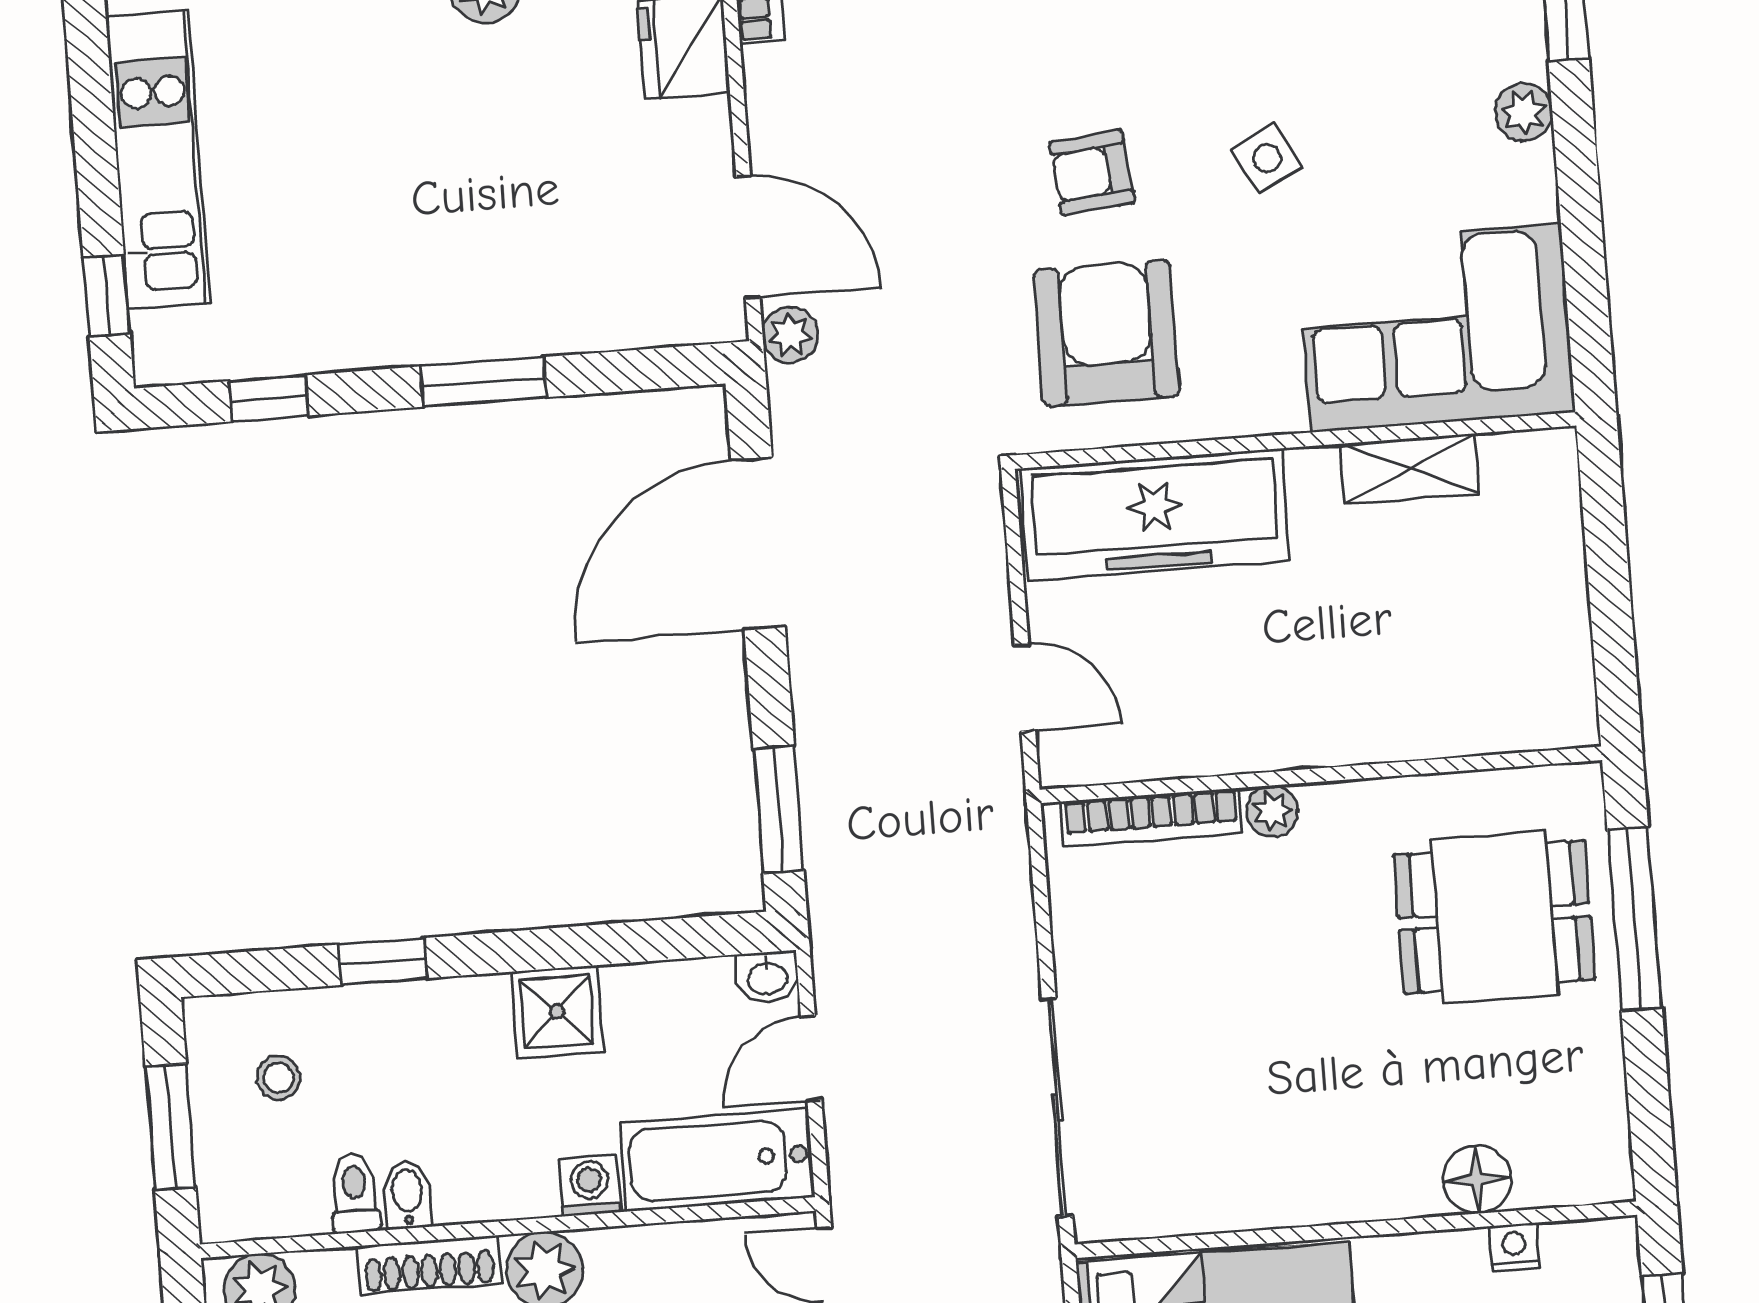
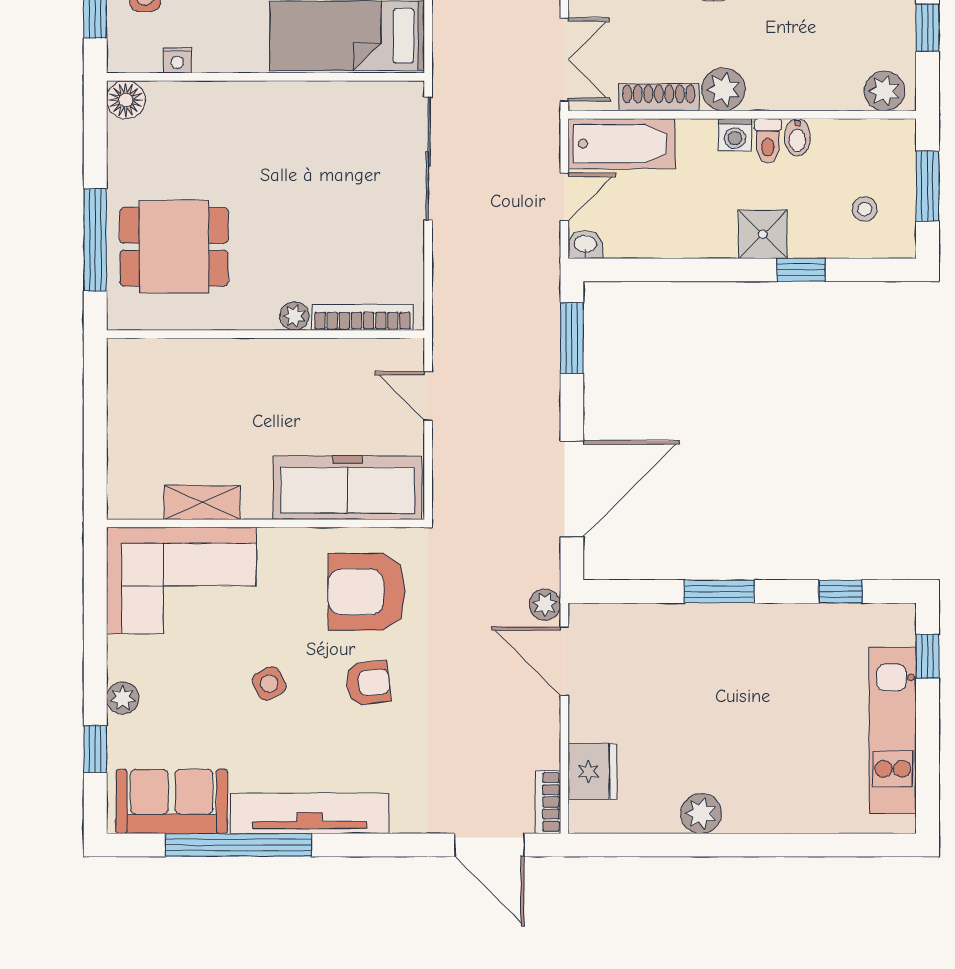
armchair: (1107, 333) -> (367, 592), turned 90
shower: (557, 1012) -> (763, 234), moved
floor lamp: (1477, 1179) -> (126, 100), moved
washing machine: (590, 1186) -> (735, 135), moved
toilet: (355, 1193) -> (768, 141), moved
shoe rack: (429, 1265) -> (659, 97), moved

